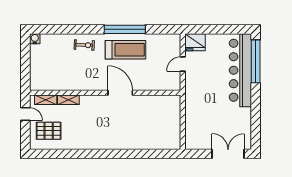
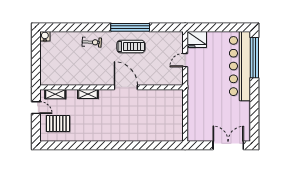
treadmill: (125, 50) -> (131, 47), width x0.73, depth x0.73
shelving: (68, 100) -> (88, 94), moved

